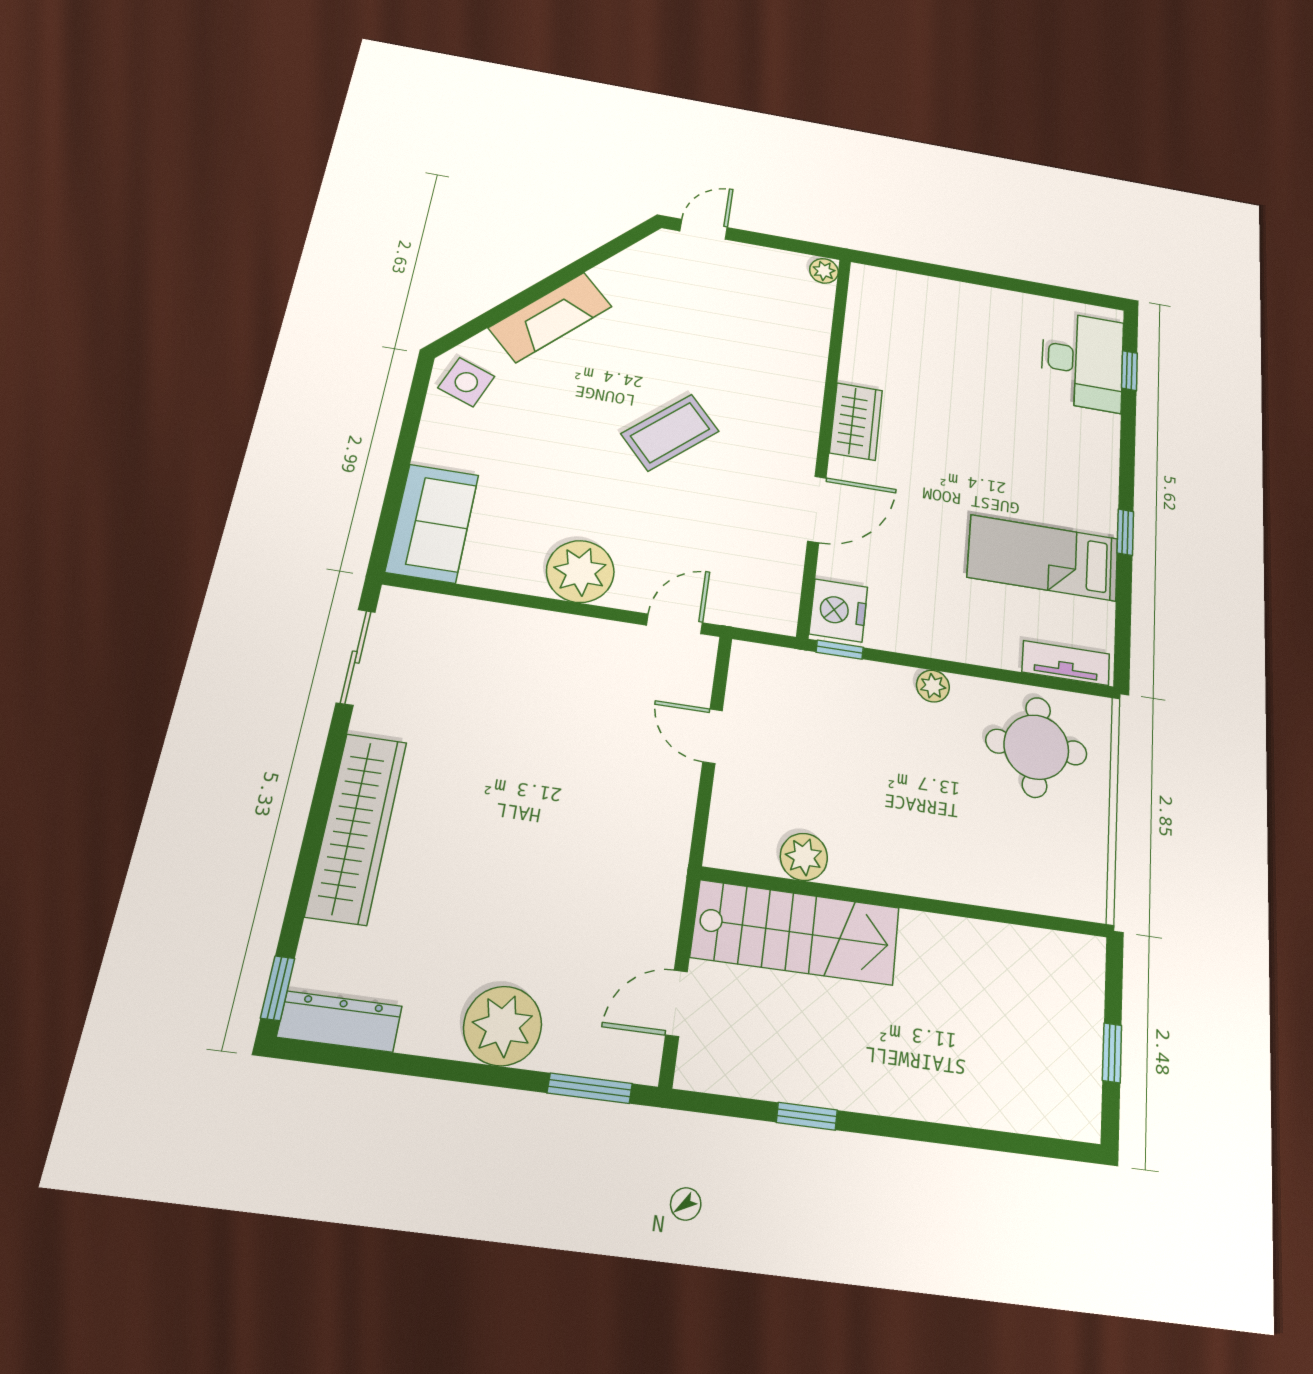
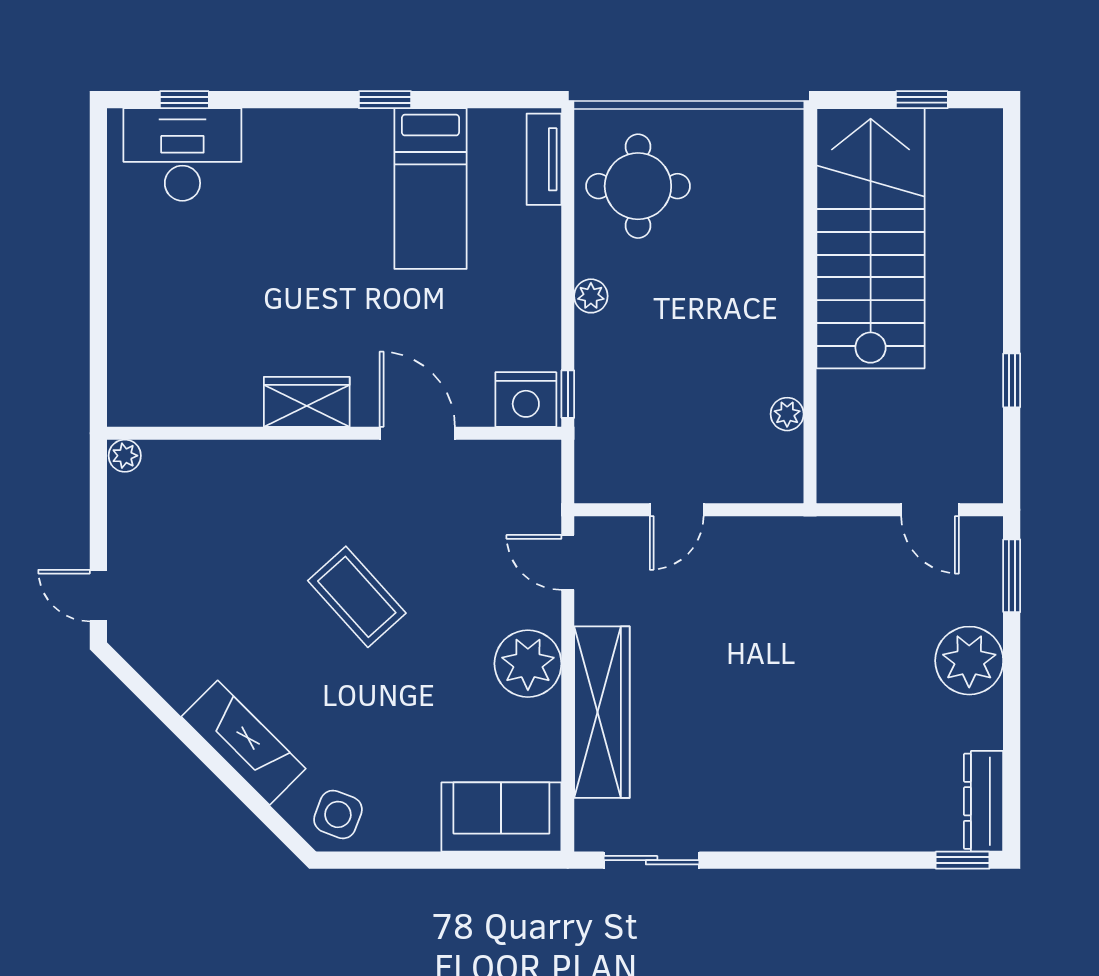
wardrobe: (357, 828) -> (602, 712), moved, turned 90
plant: (804, 857) -> (787, 414), width x0.73, depth x0.73
stairs: (796, 932) -> (871, 238), moved, width x1.36, depth x1.51

